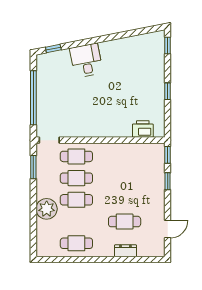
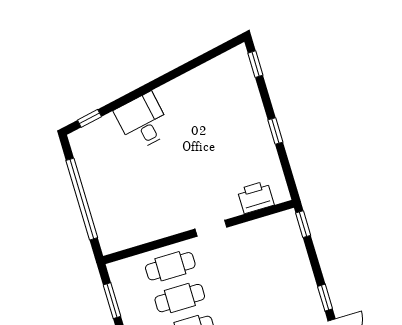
doorway: (49, 140) -> (211, 228), moved
window: (168, 181) -> (325, 298), moved

